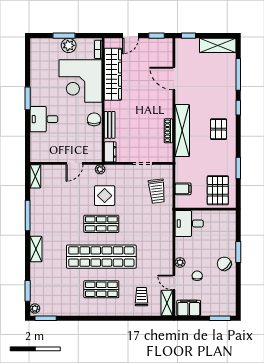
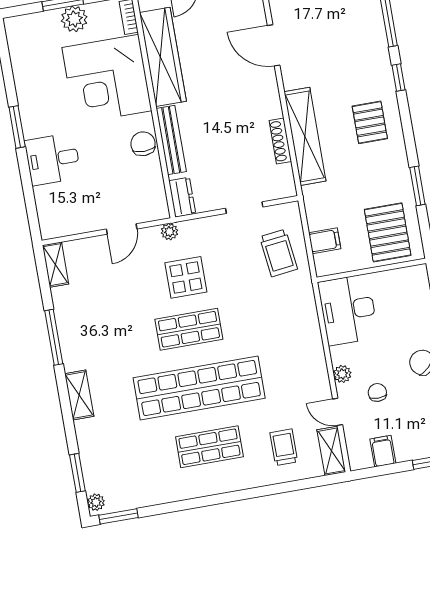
bench: (110, 125) -> (171, 140), width x1.36
desk: (189, 223) -> (348, 310), width x1.37
filing cabinet: (189, 308) -> (383, 451), width x0.50

